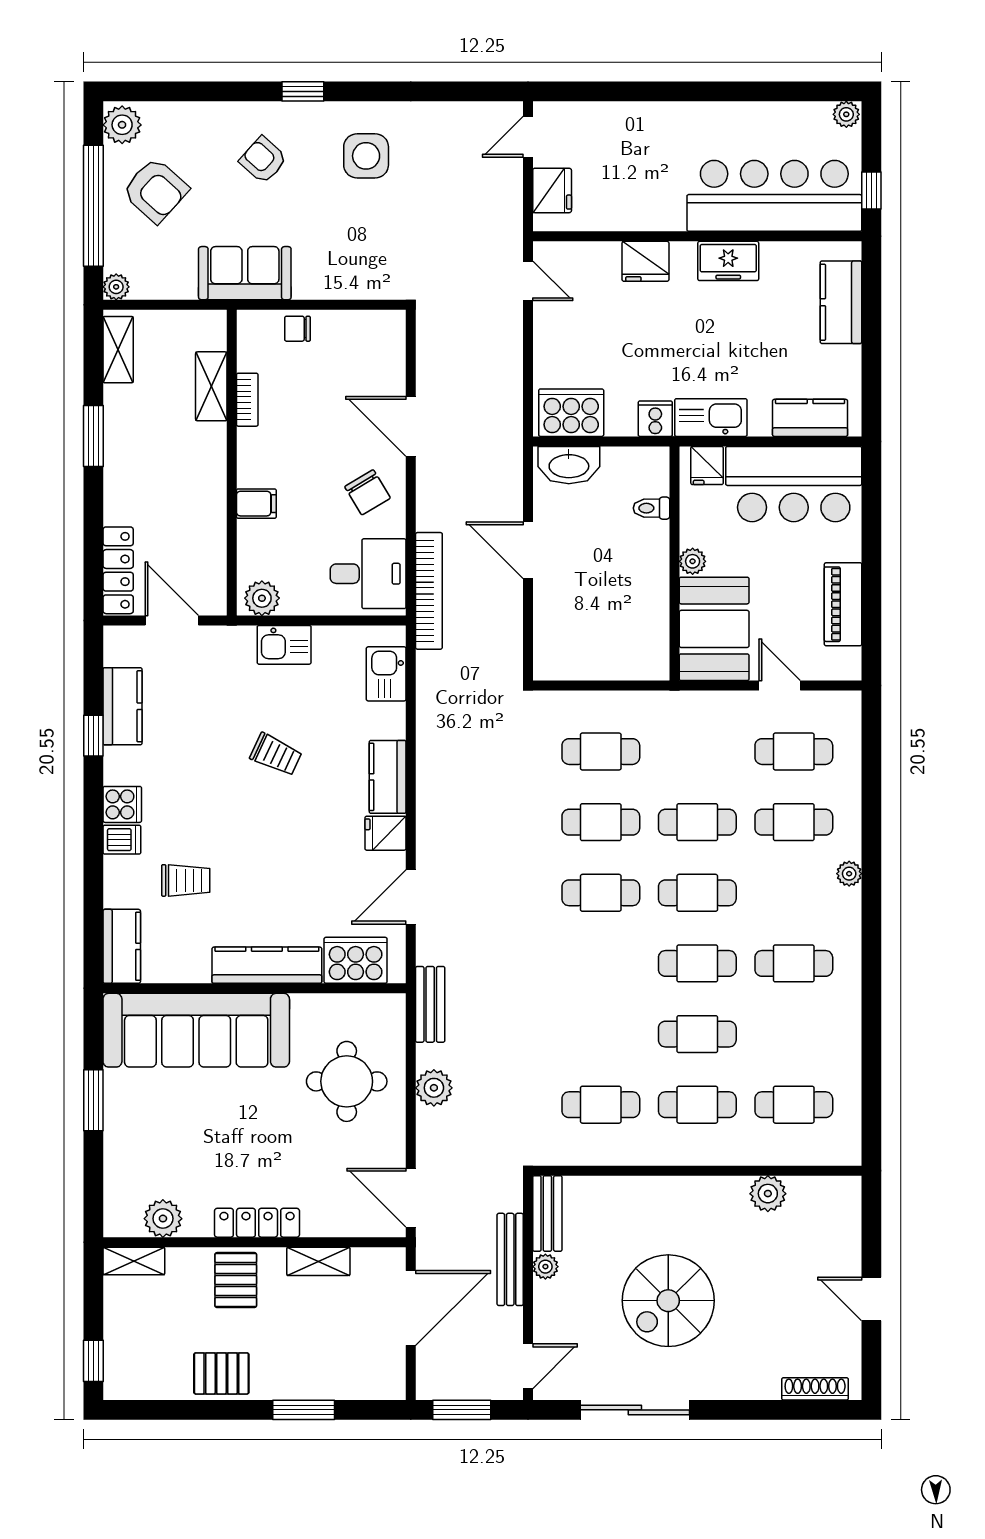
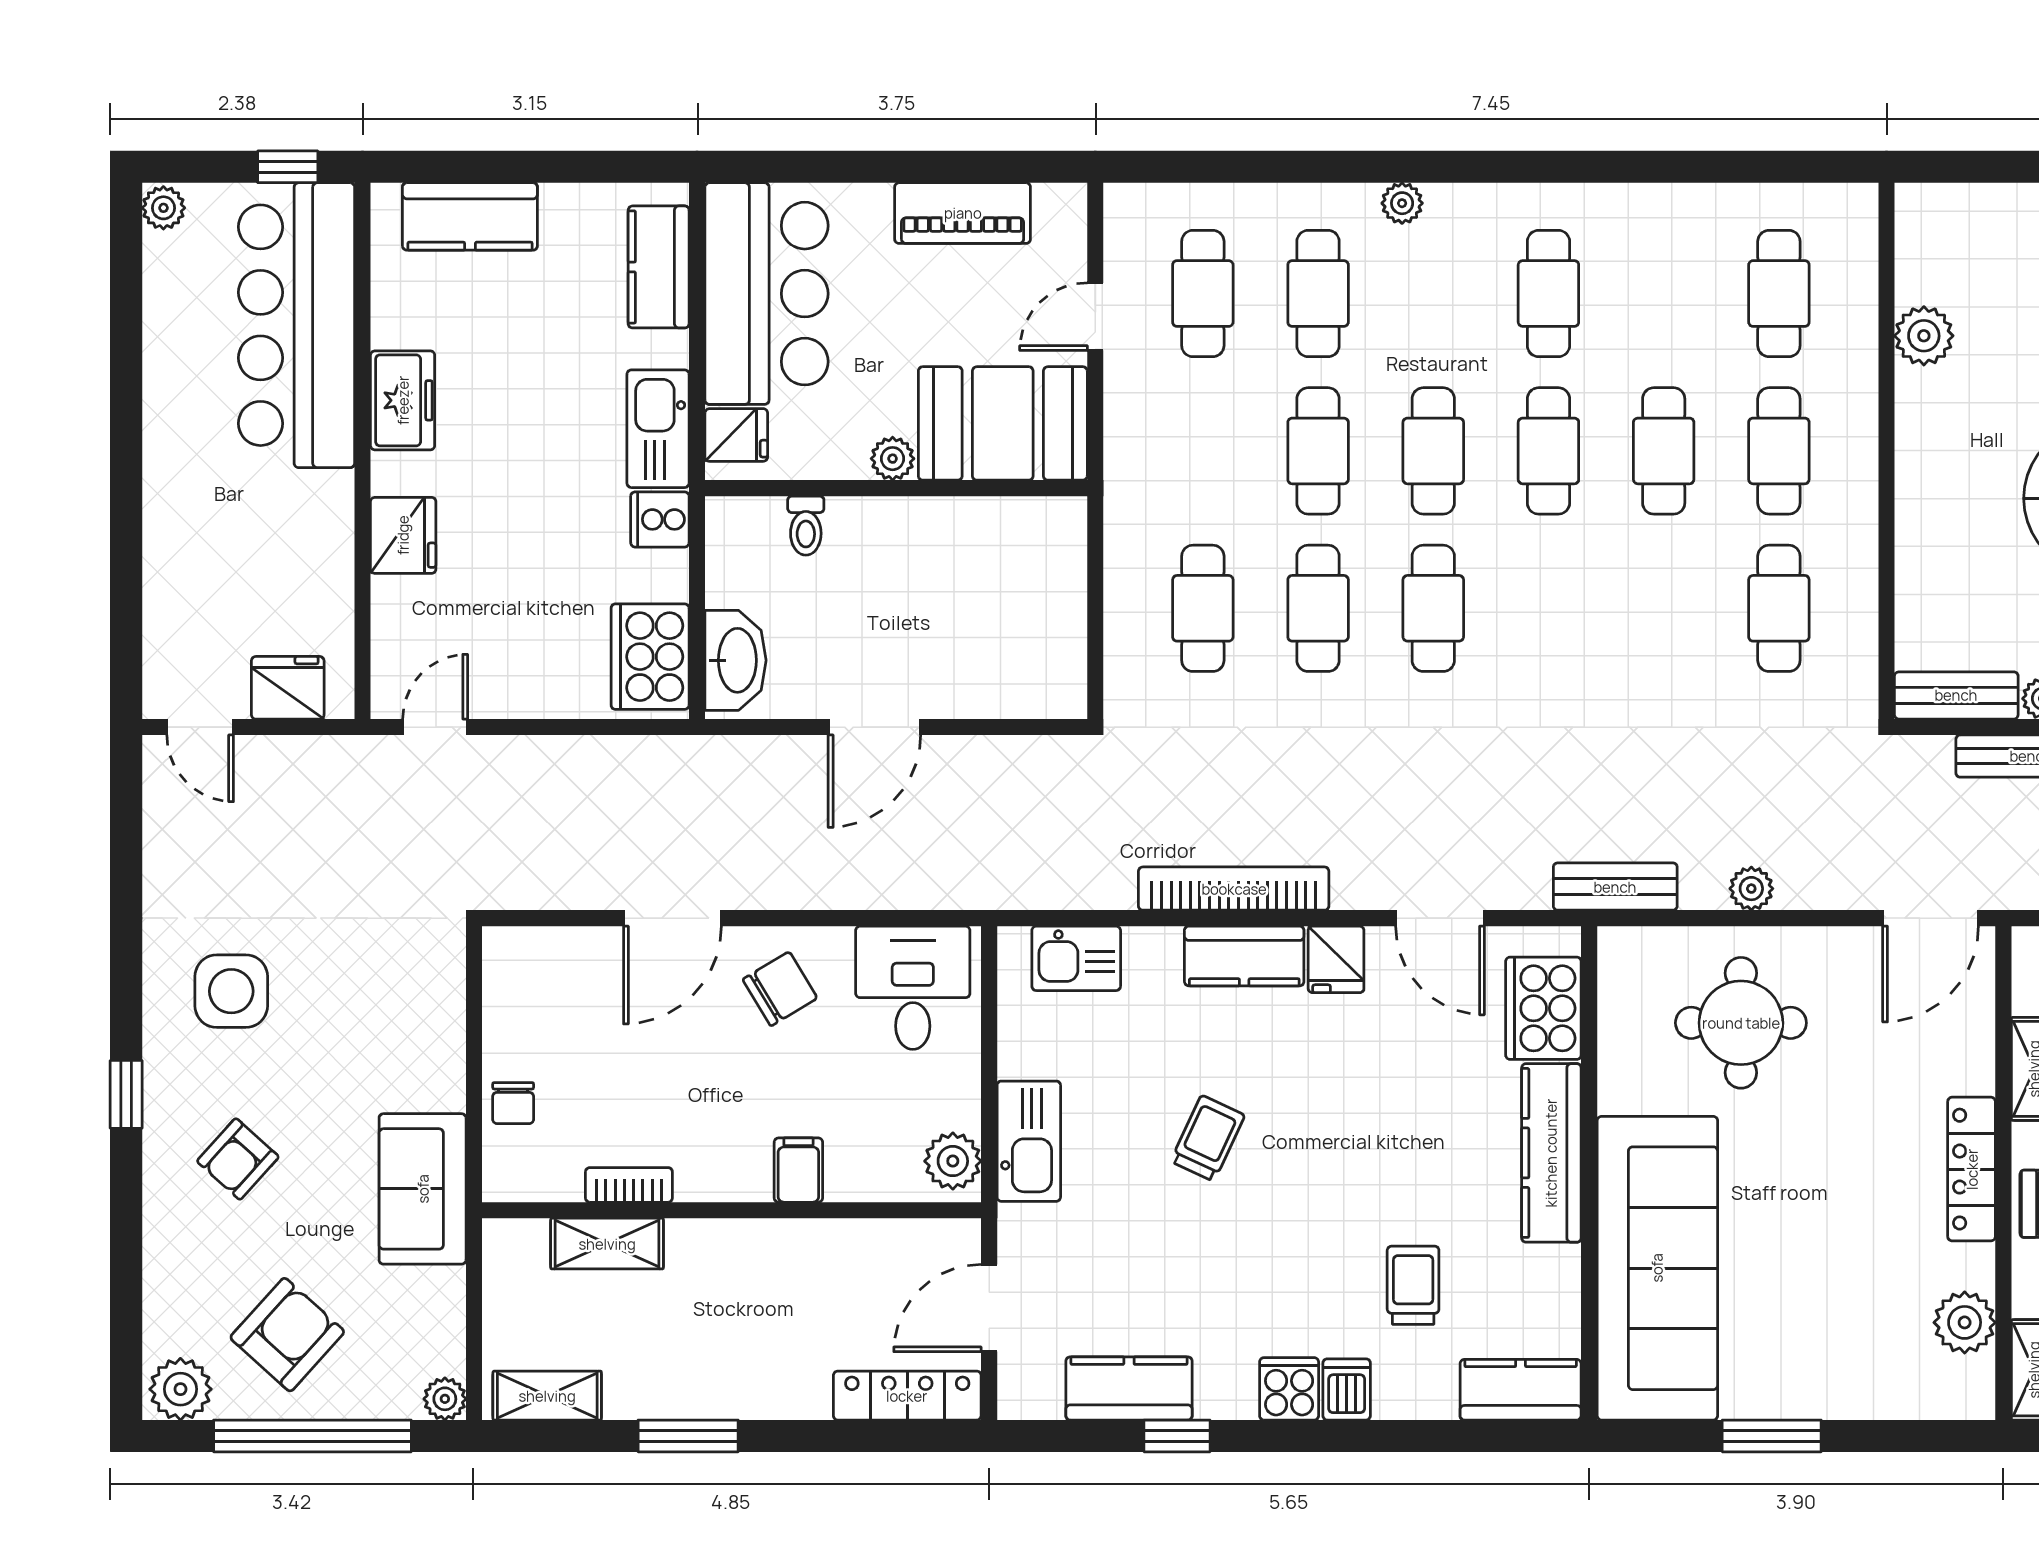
bookcase: (429, 591) -> (1234, 889), moved
kitchen sink: (284, 645) -> (1029, 1141), width x1.38
plant: (434, 1088) -> (1751, 889), width x0.73, depth x0.73

